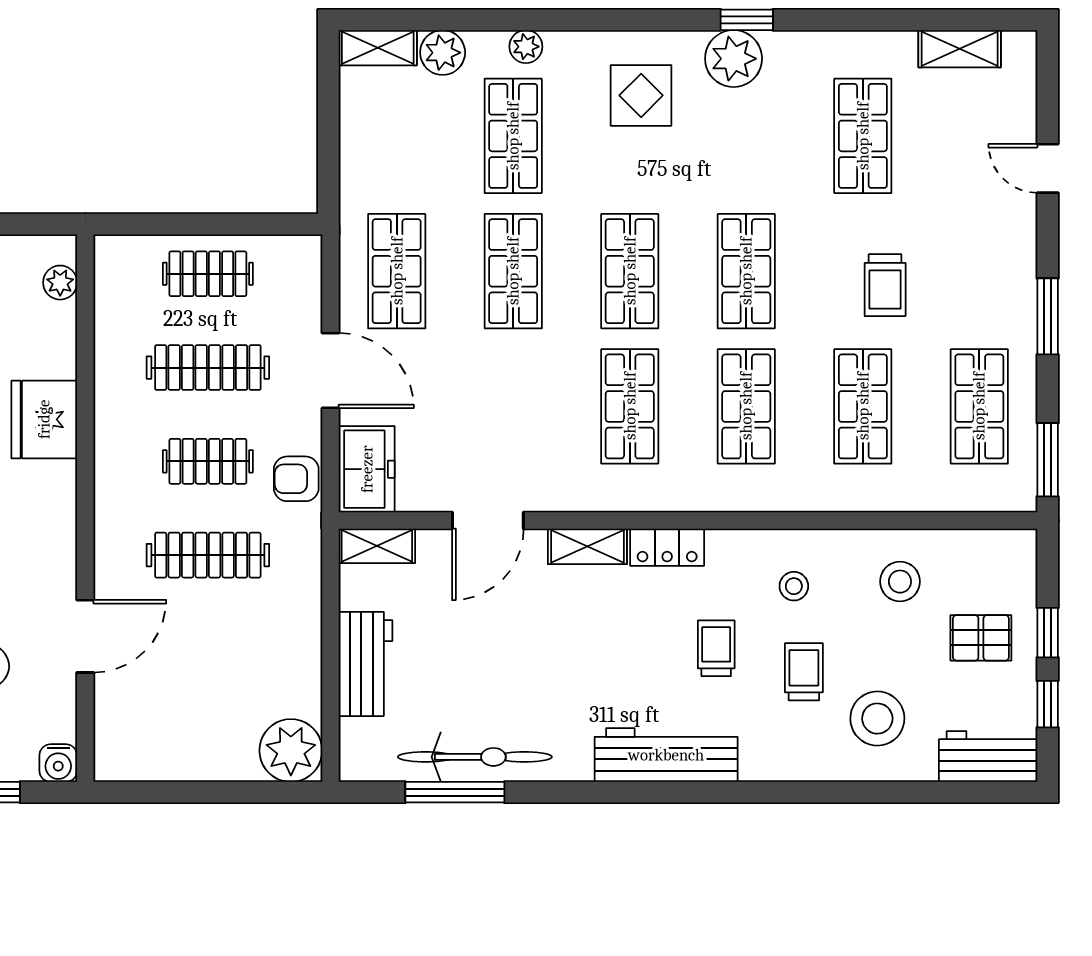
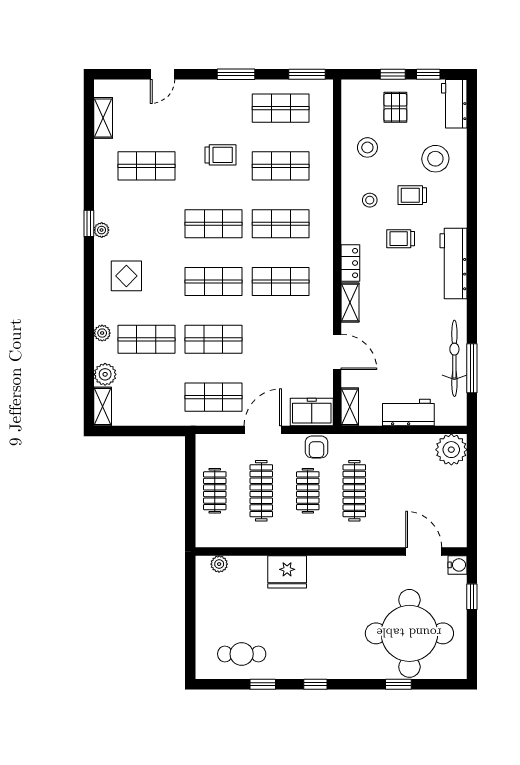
plant: (734, 59) -> (102, 230), width x0.53, depth x0.53
door: (85, 636) -> (424, 552), moved

